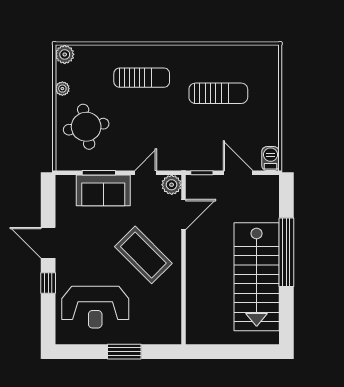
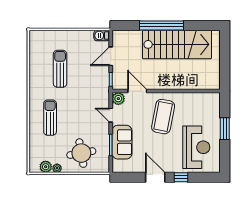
plant: (65, 54) -> (46, 167), moved
door: (48, 243) -> (155, 177), swing flipped
coffee table: (143, 255) -> (163, 117), turned -34

